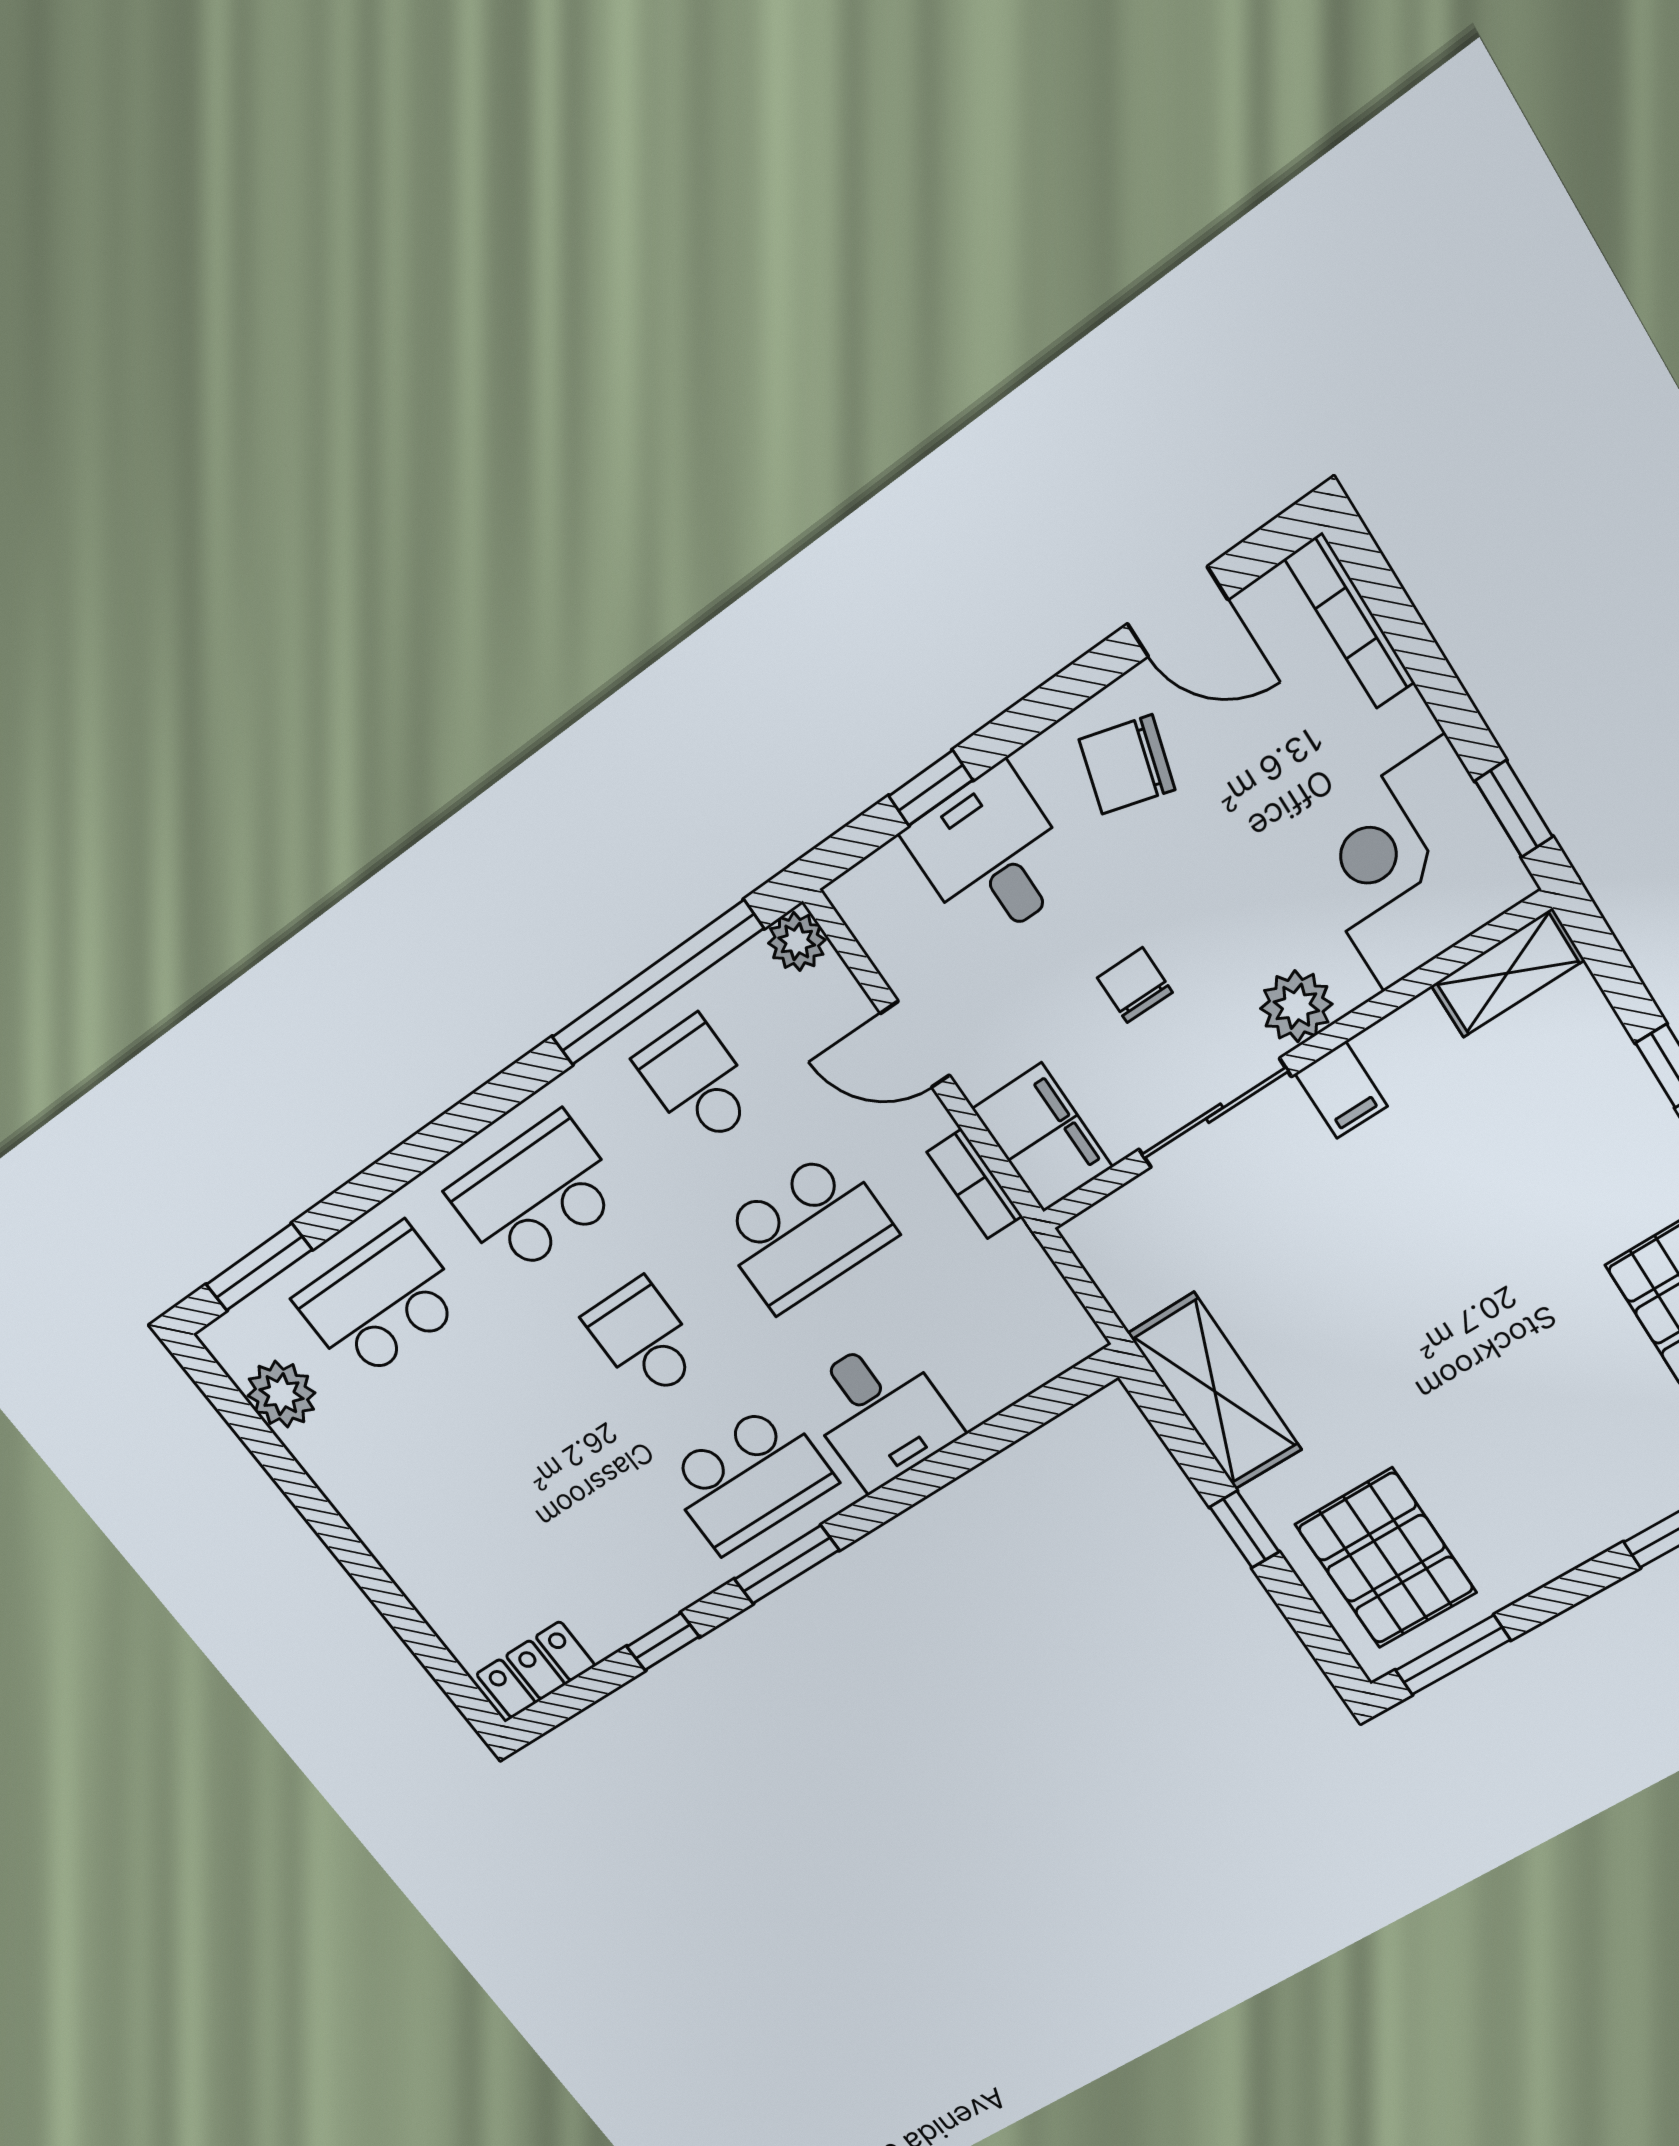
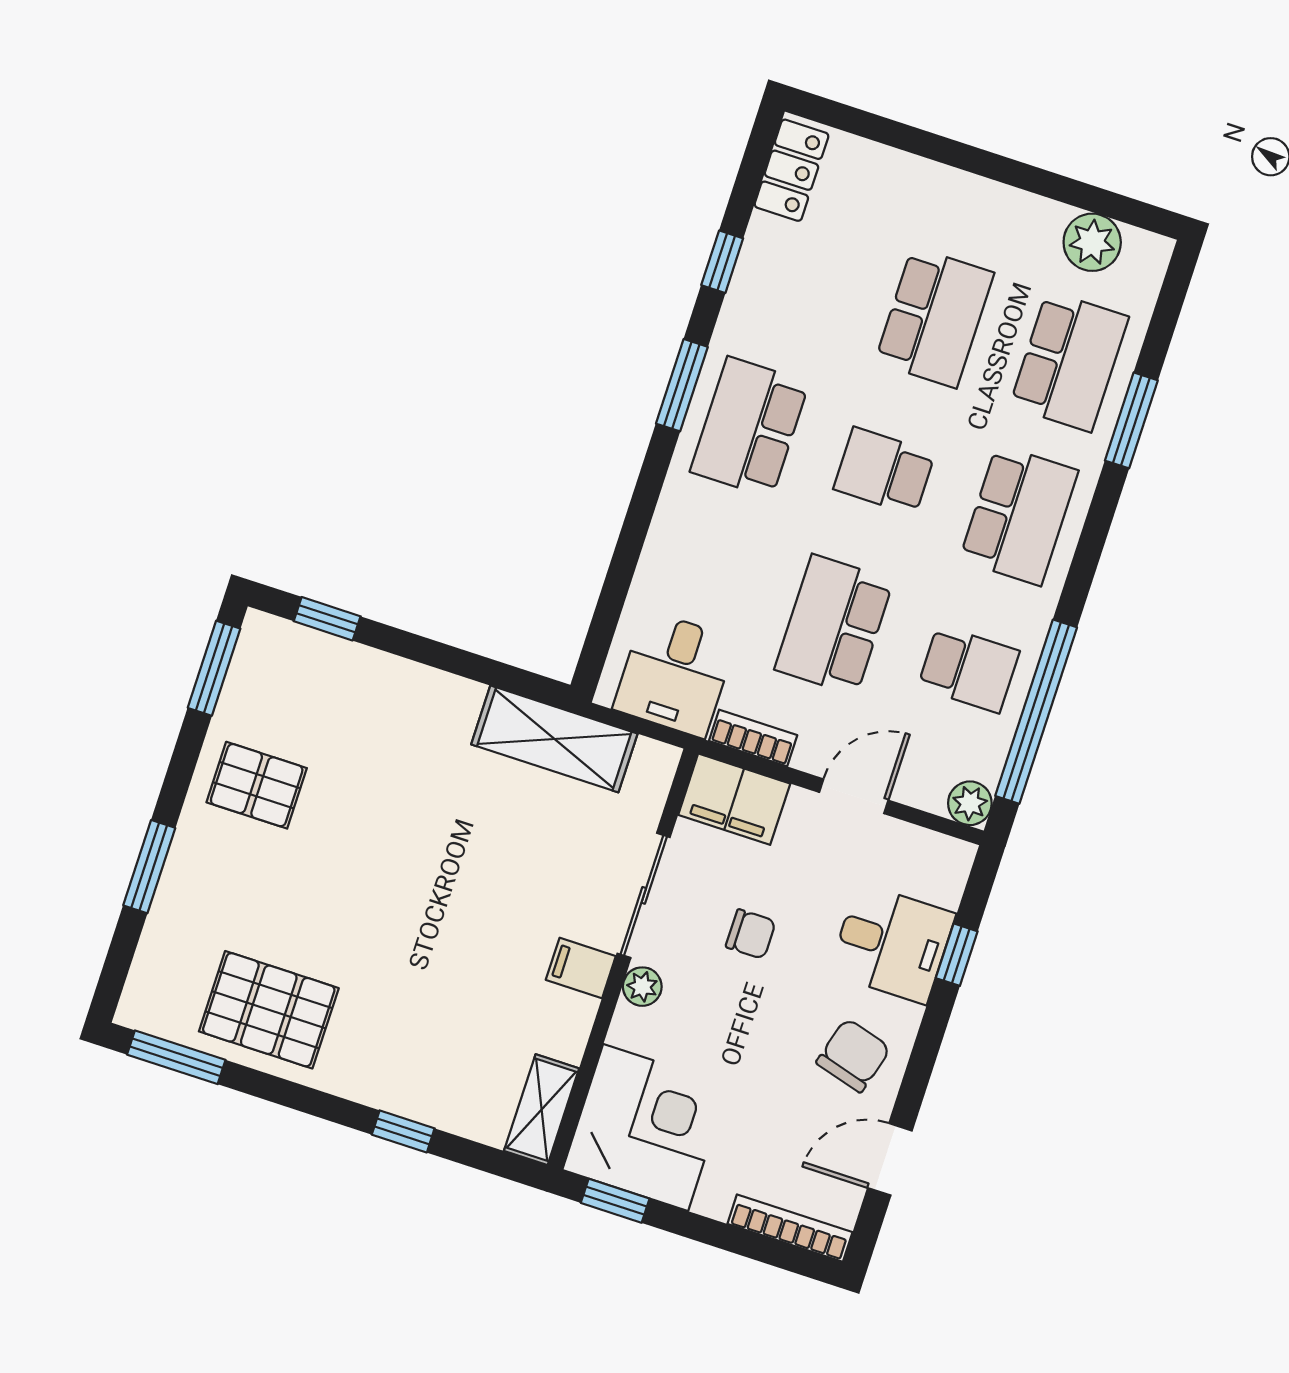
plant: (1296, 1006) -> (642, 987), width x0.73, depth x0.73
window: (259, 1267) -> (1131, 420), moved
school desk: (644, 1339) -> (884, 471), turned 180
shelving: (1215, 1392) -> (554, 739), moved
desk: (880, 1413) -> (675, 674), moved, turned -90
school desk: (489, 1442) -> (935, 317), added
window: (1244, 1530) -> (327, 619), moved
pallet: (1386, 1558) -> (257, 785), moved, width x0.67, depth x0.71

